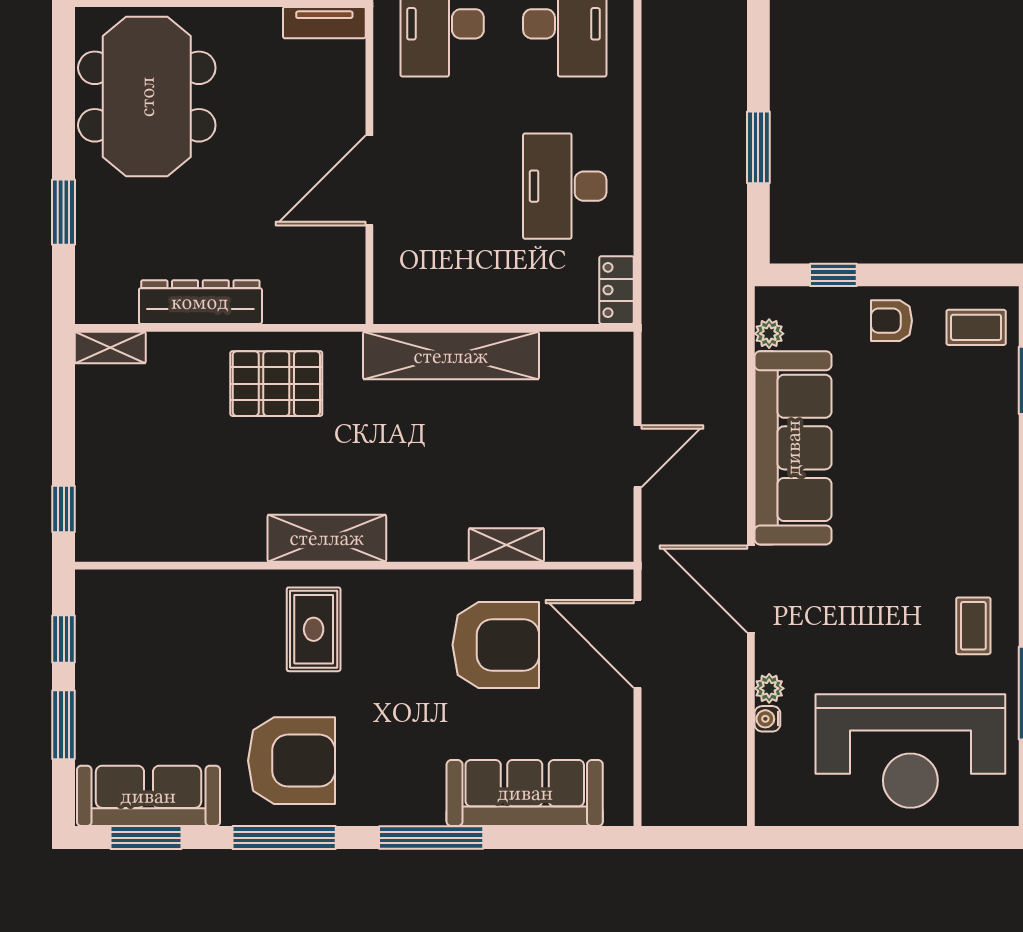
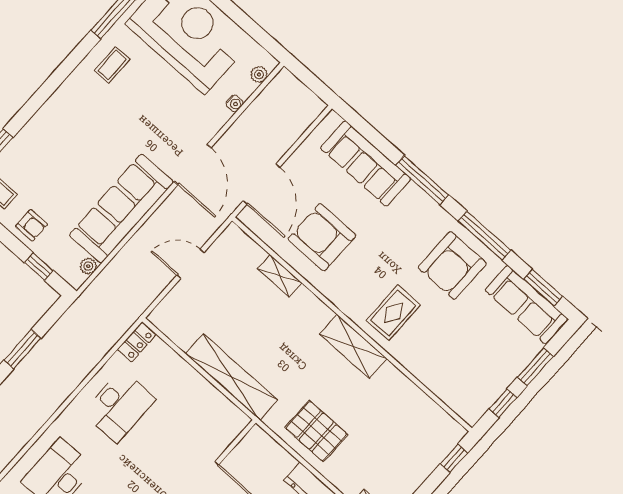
plant: (769, 688) -> (259, 74), moved
armchair: (291, 761) -> (452, 265), turned -90

